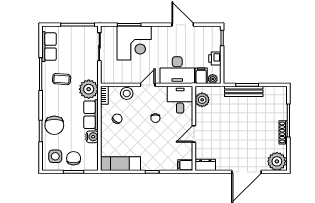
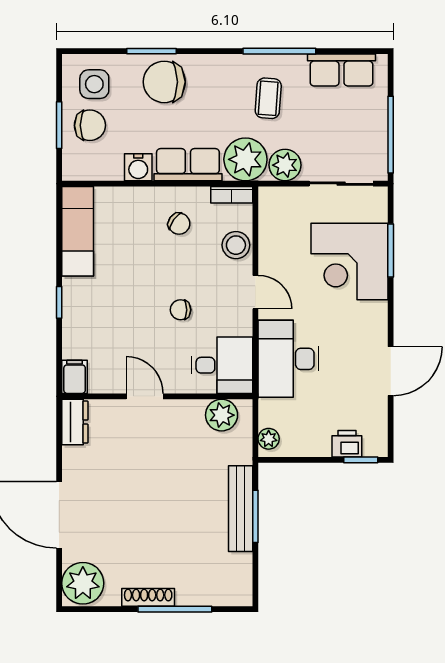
printer: (215, 59) -> (347, 444), moved
plant: (91, 72) -> (285, 165), added
filing cabinet: (201, 76) -> (276, 413), removed

